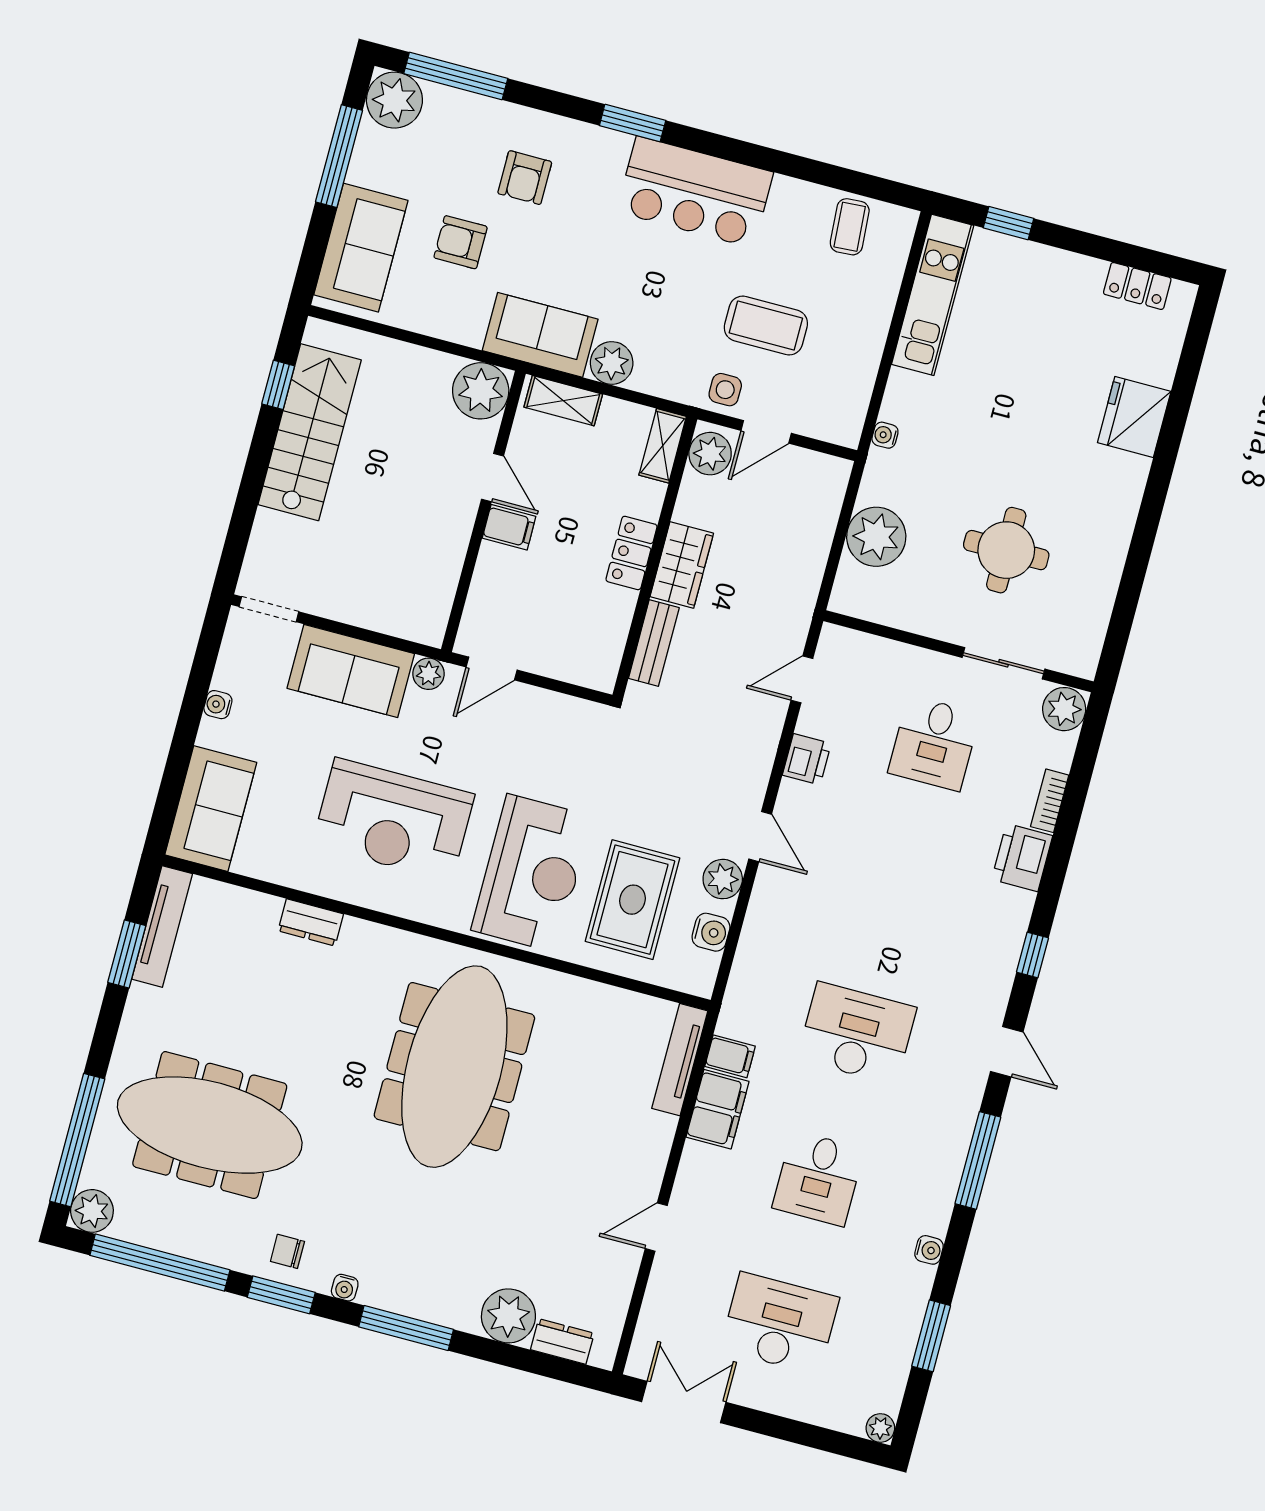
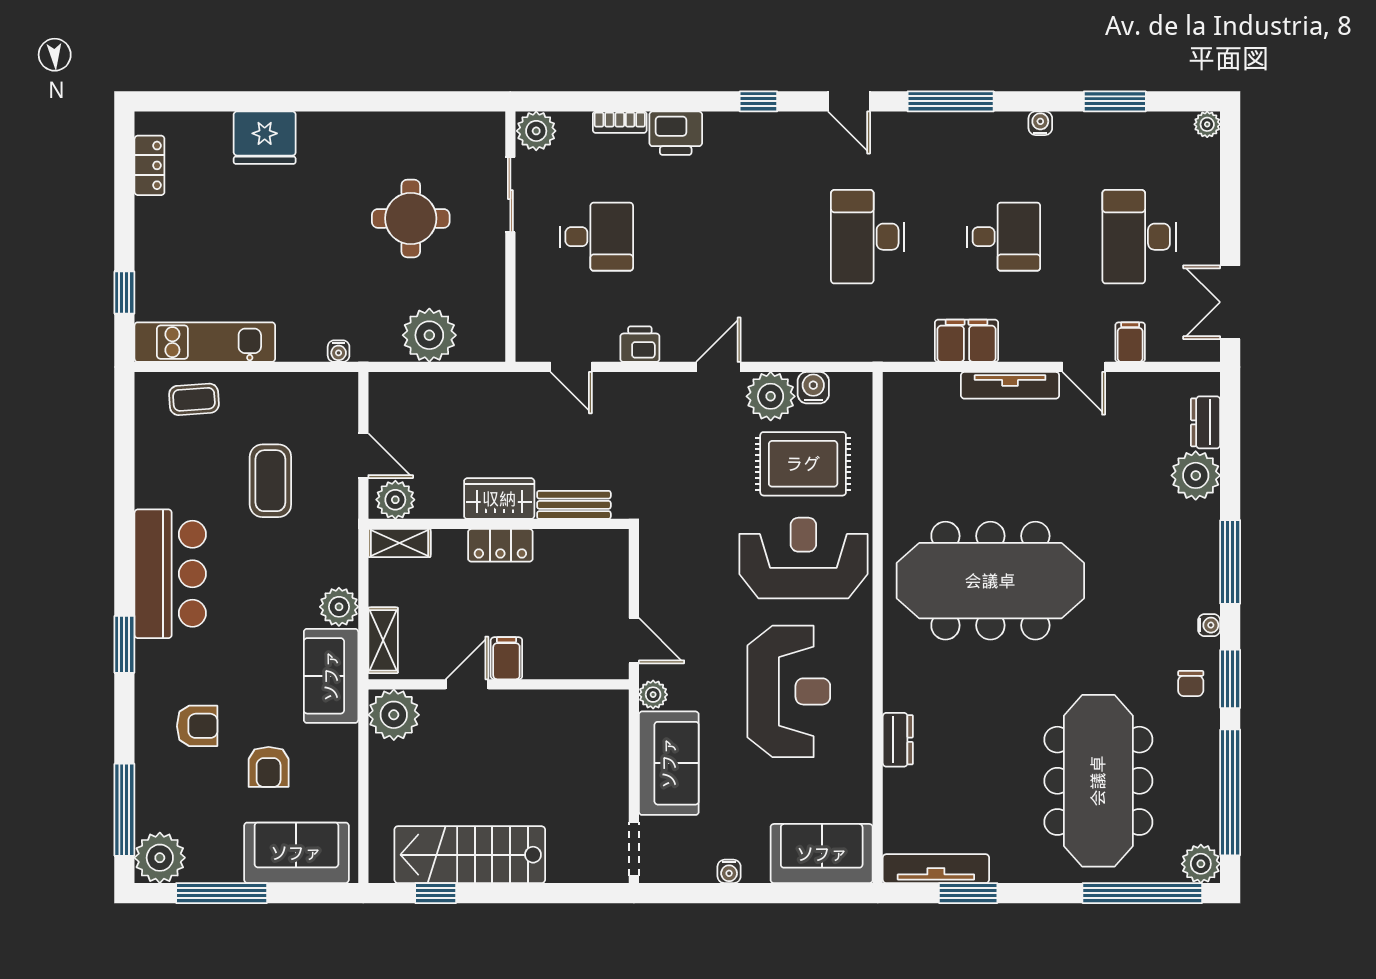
coffee table: (850, 227) -> (194, 399), moved
side table: (725, 390) -> (336, 501), removed
plant: (723, 879) -> (771, 396), width x1.36, depth x1.36
door: (1007, 1052) -> (849, 101), swing flipped
filing cabinet: (730, 1056) -> (1130, 342), moved
tv unit: (680, 1060) -> (1010, 385), moved

